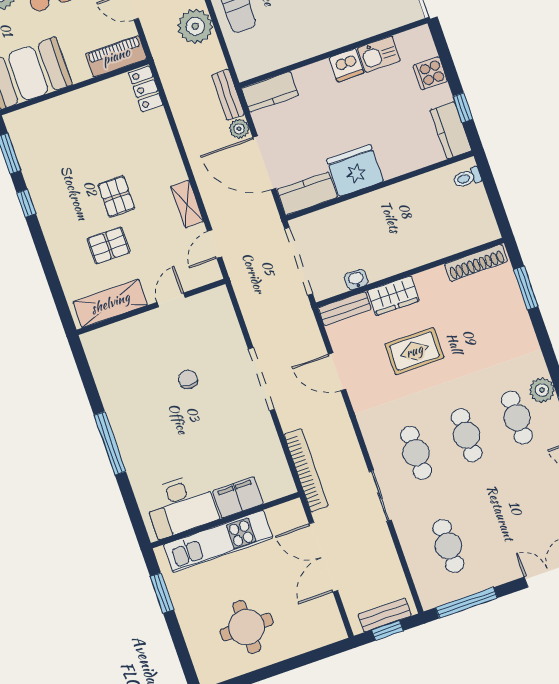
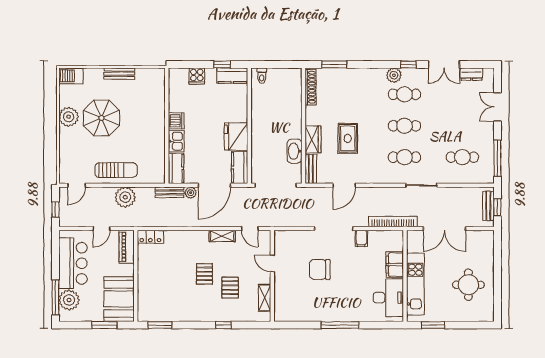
kitchen sink: (379, 54) -> (176, 141), moved
pallet: (116, 196) -> (204, 274), turned 90
window: (26, 203) -> (224, 325), moved
washbasin: (356, 279) -> (295, 151), width x1.91, depth x1.45
shelving: (110, 303) -> (265, 298), width x0.67, depth x0.75
chair: (188, 379) -> (320, 269), width x1.87, depth x1.87
filing cabinet: (261, 429) -> (361, 238), added

